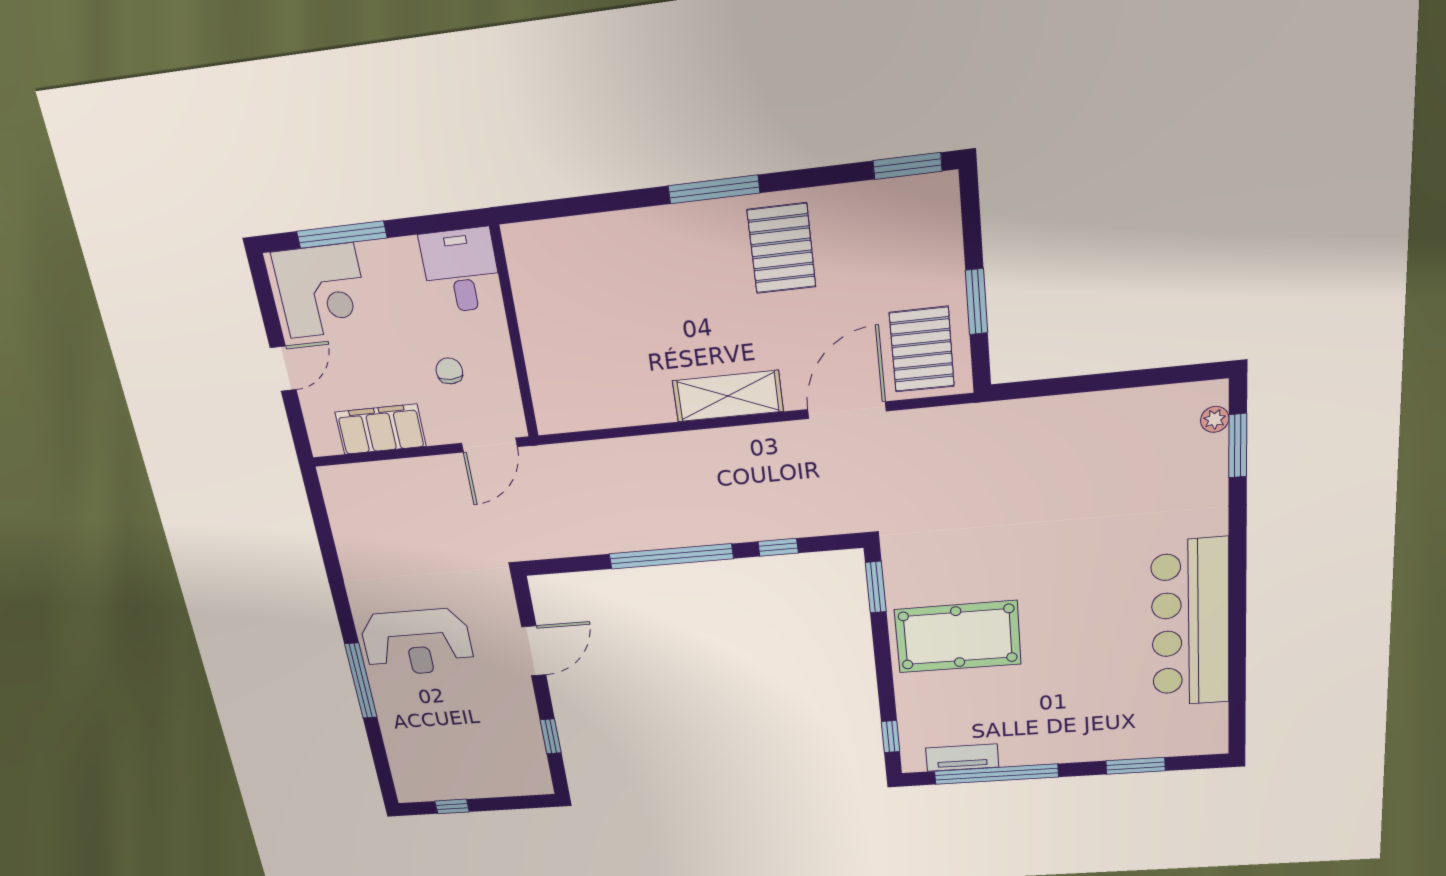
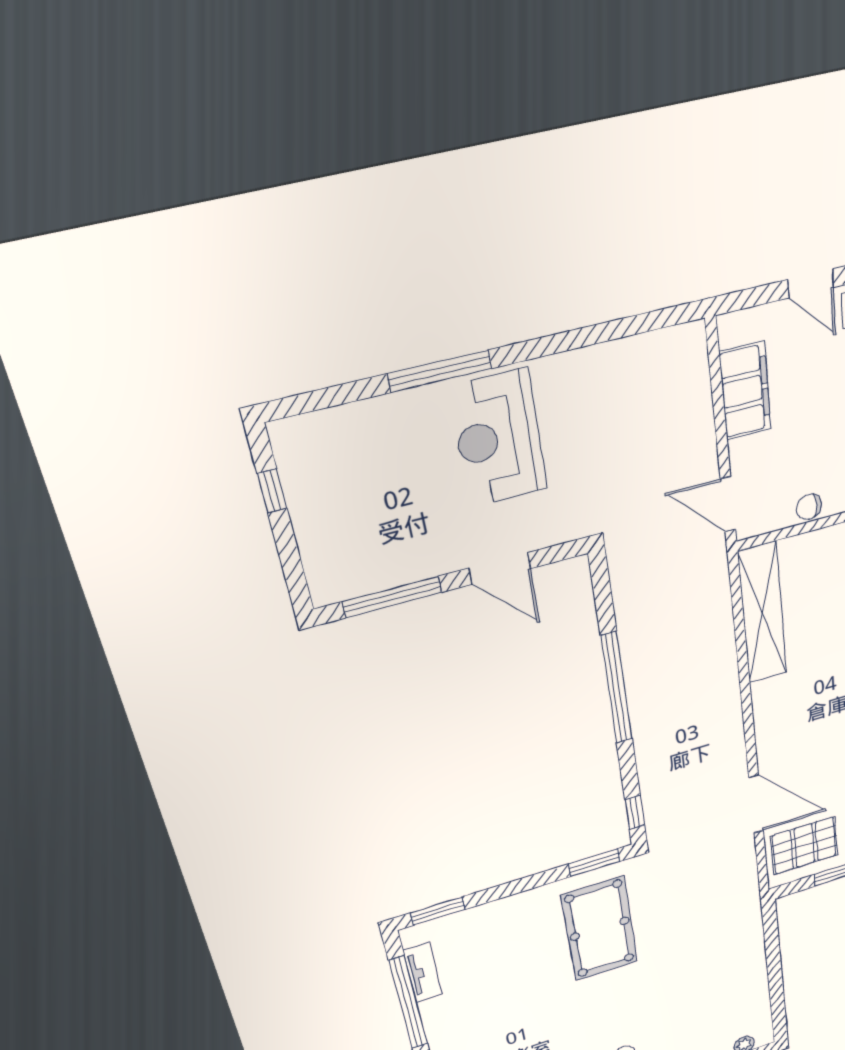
chair: (449, 371) -> (809, 507), moved, turned 180
shelving: (728, 396) -> (762, 614), moved, width x1.47
window: (778, 547) -> (635, 812), moved
pool table: (958, 637) -> (600, 929), moved
window: (551, 736) -> (392, 597), width x2.17
window: (890, 737) -> (438, 911), width x1.50

